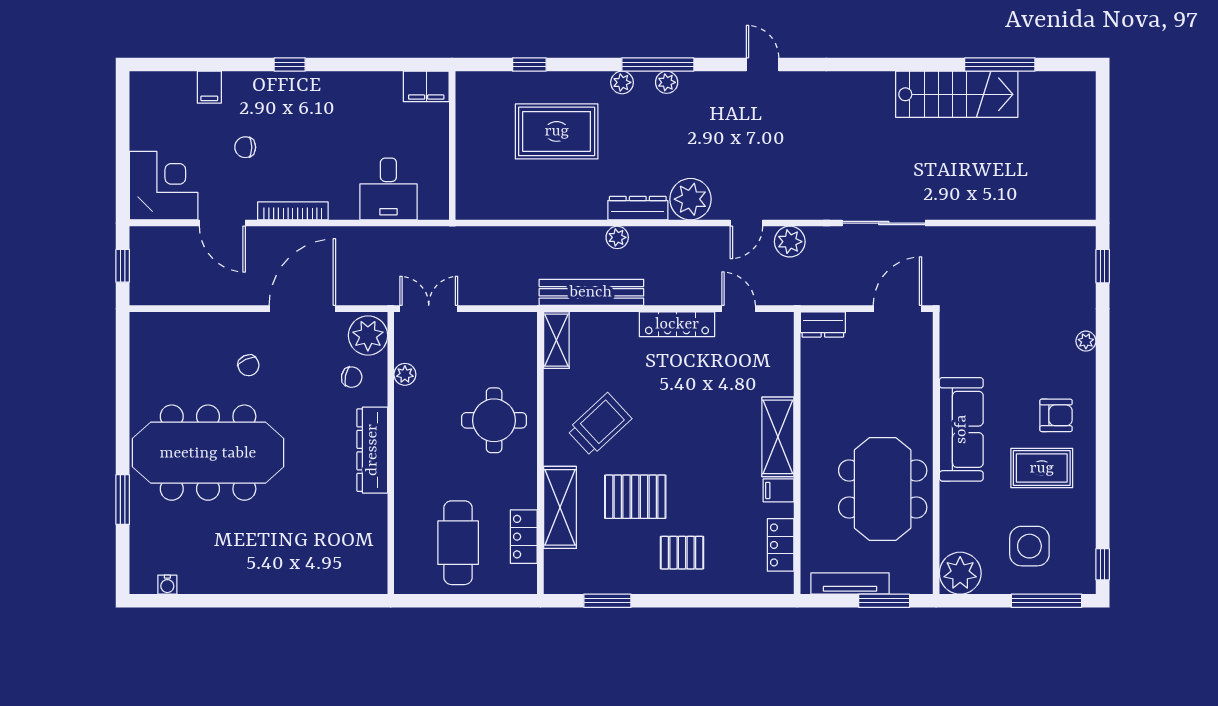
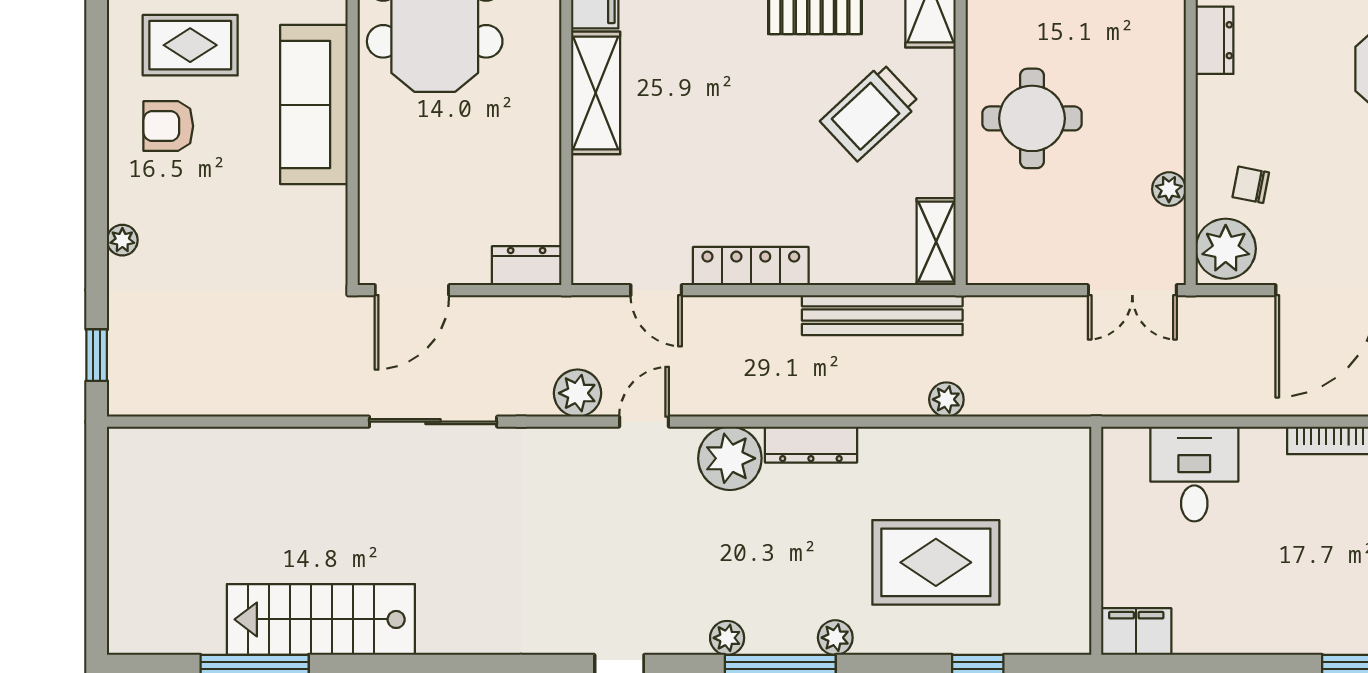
plant: (667, 82) -> (727, 638), moved
plant: (617, 237) -> (946, 399), moved
dresser: (372, 450) -> (1215, 40), width x0.51, depth x0.80

